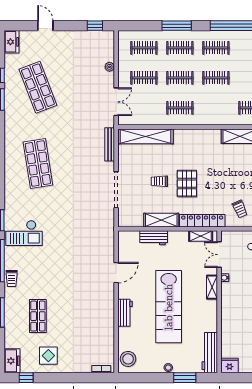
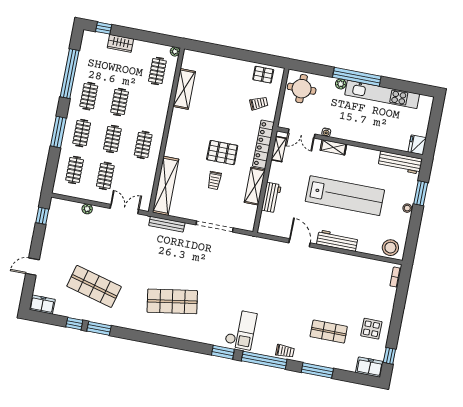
shop shelf: (38, 87) -> (94, 286), turned 36
workbench: (125, 313) -> (337, 241), width x1.38

